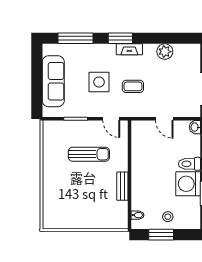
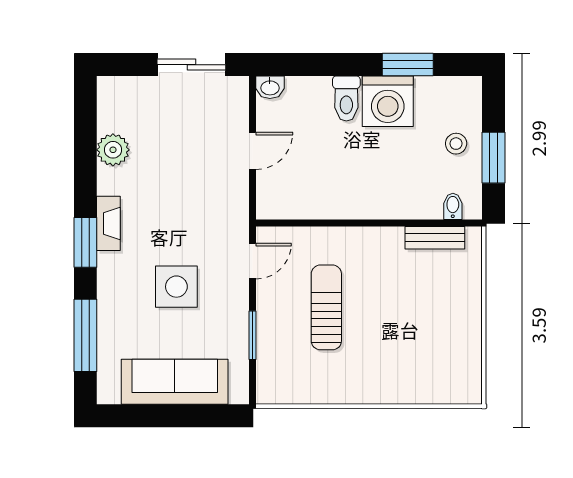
coffee table: (133, 86) -> (185, 216), removed
bench: (122, 186) -> (435, 238), moved

